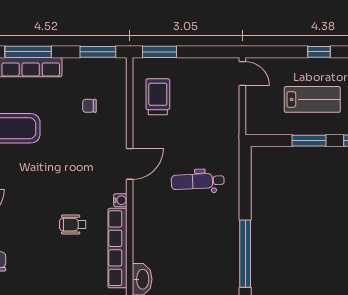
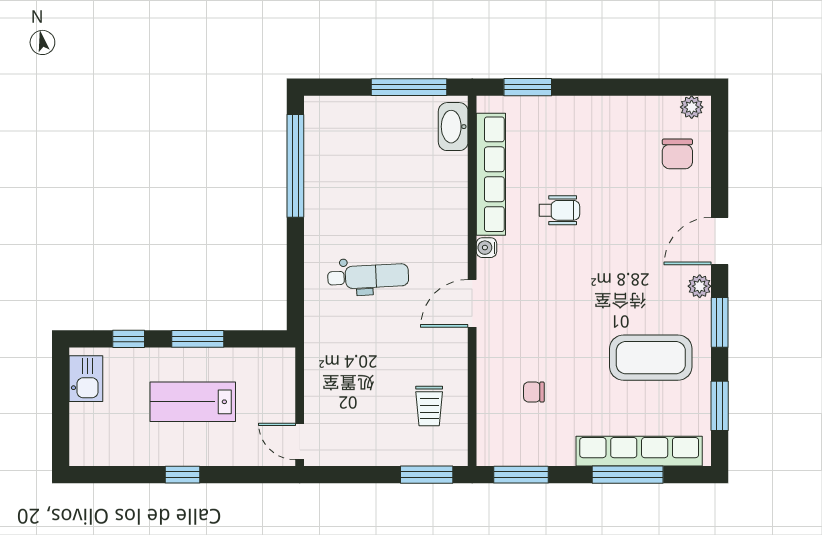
trolley: (158, 97) -> (429, 406), width x0.73, depth x0.72
chair: (89, 106) -> (534, 392), turned 180

